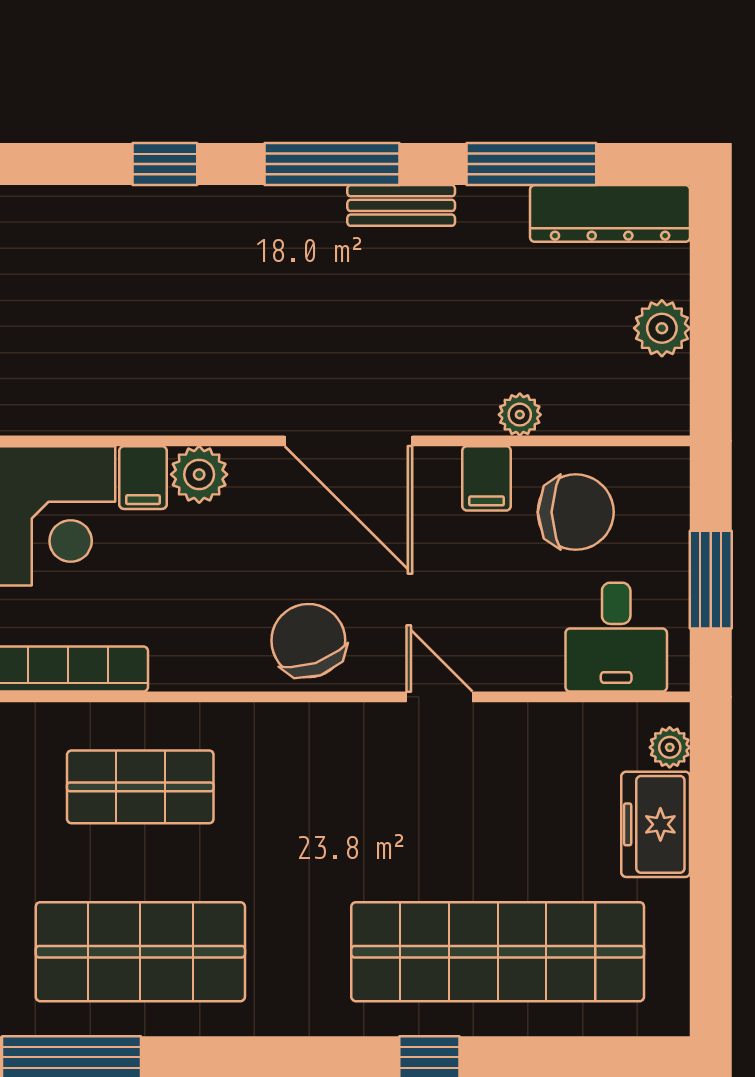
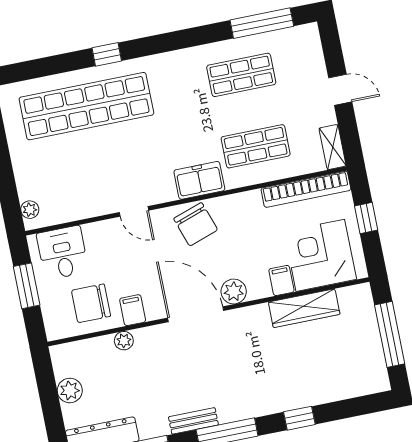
wardrobe: (105, 406) -> (304, 308), added
plant: (199, 474) -> (234, 292), moved
freezer: (656, 824) -> (199, 180), moved, turned -90
shop shelf: (140, 952) -> (241, 75), width x0.70, depth x0.74

